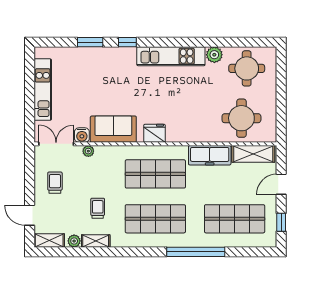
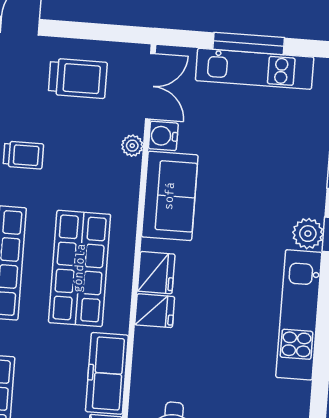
plant: (214, 55) -> (308, 234), moved
window: (30, 94) -> (249, 43), added
fridge: (175, 133) -> (155, 311), added
trolley: (55, 183) -> (78, 78), width x1.36, depth x1.39

